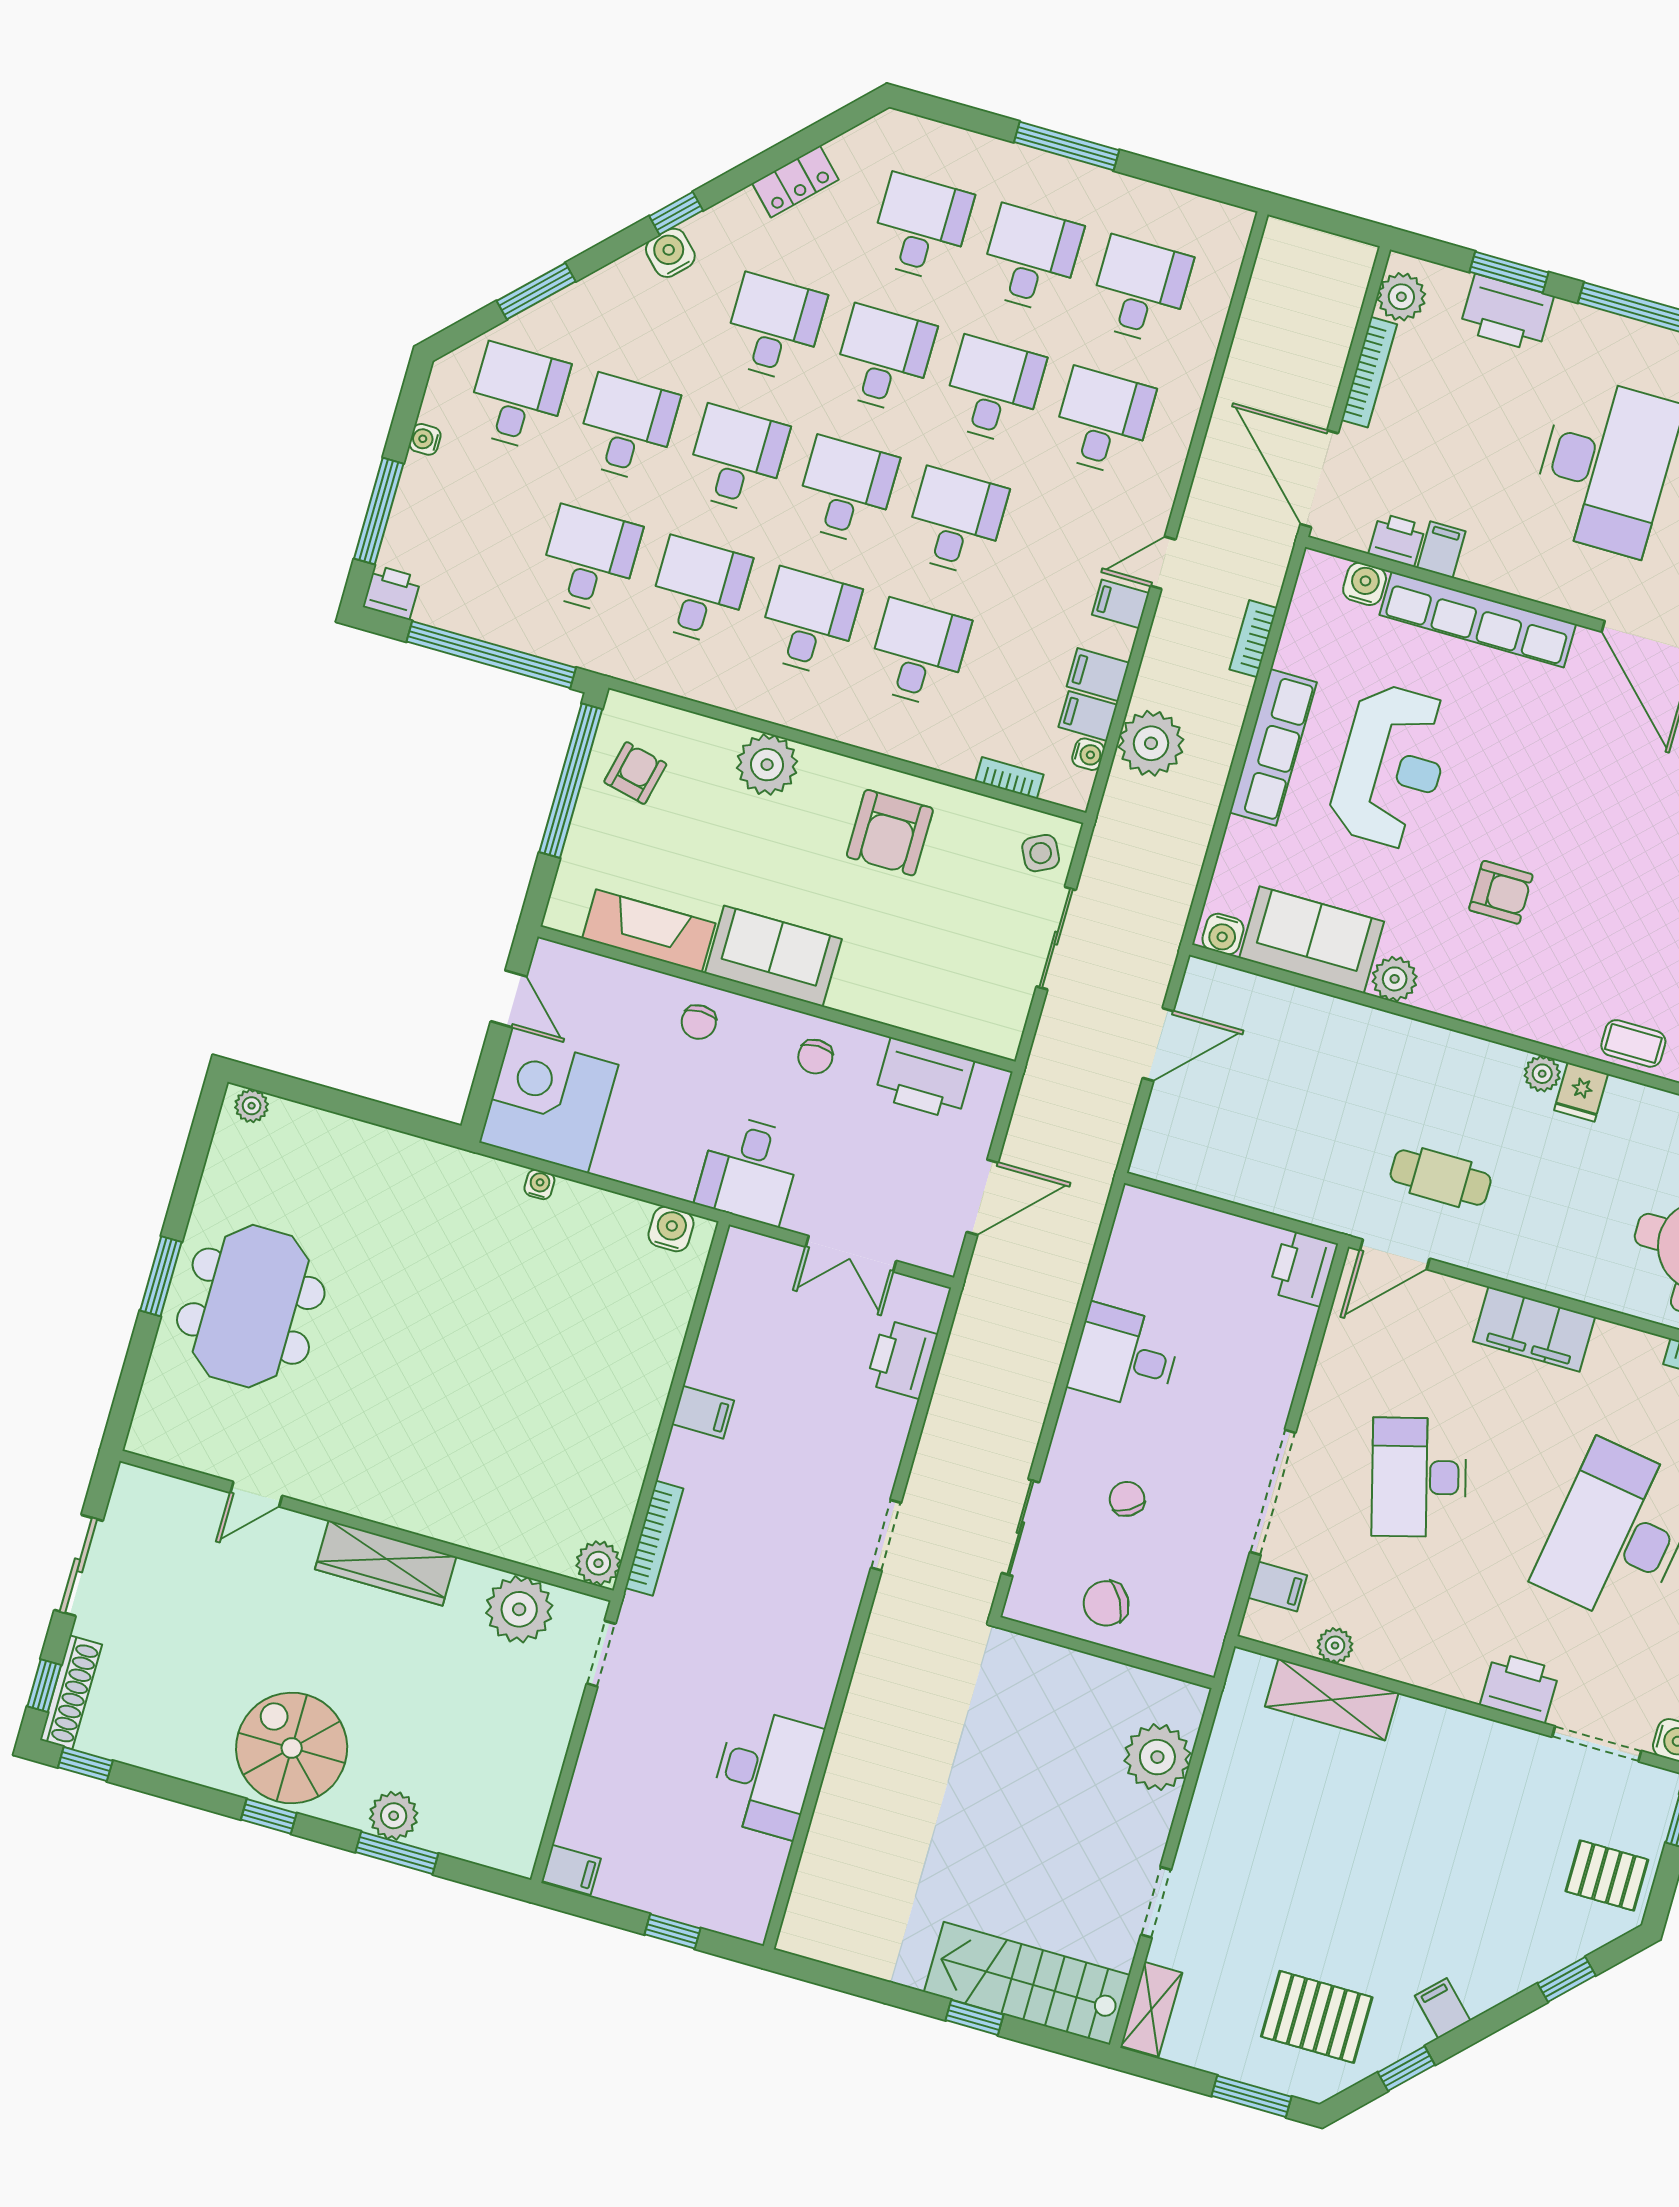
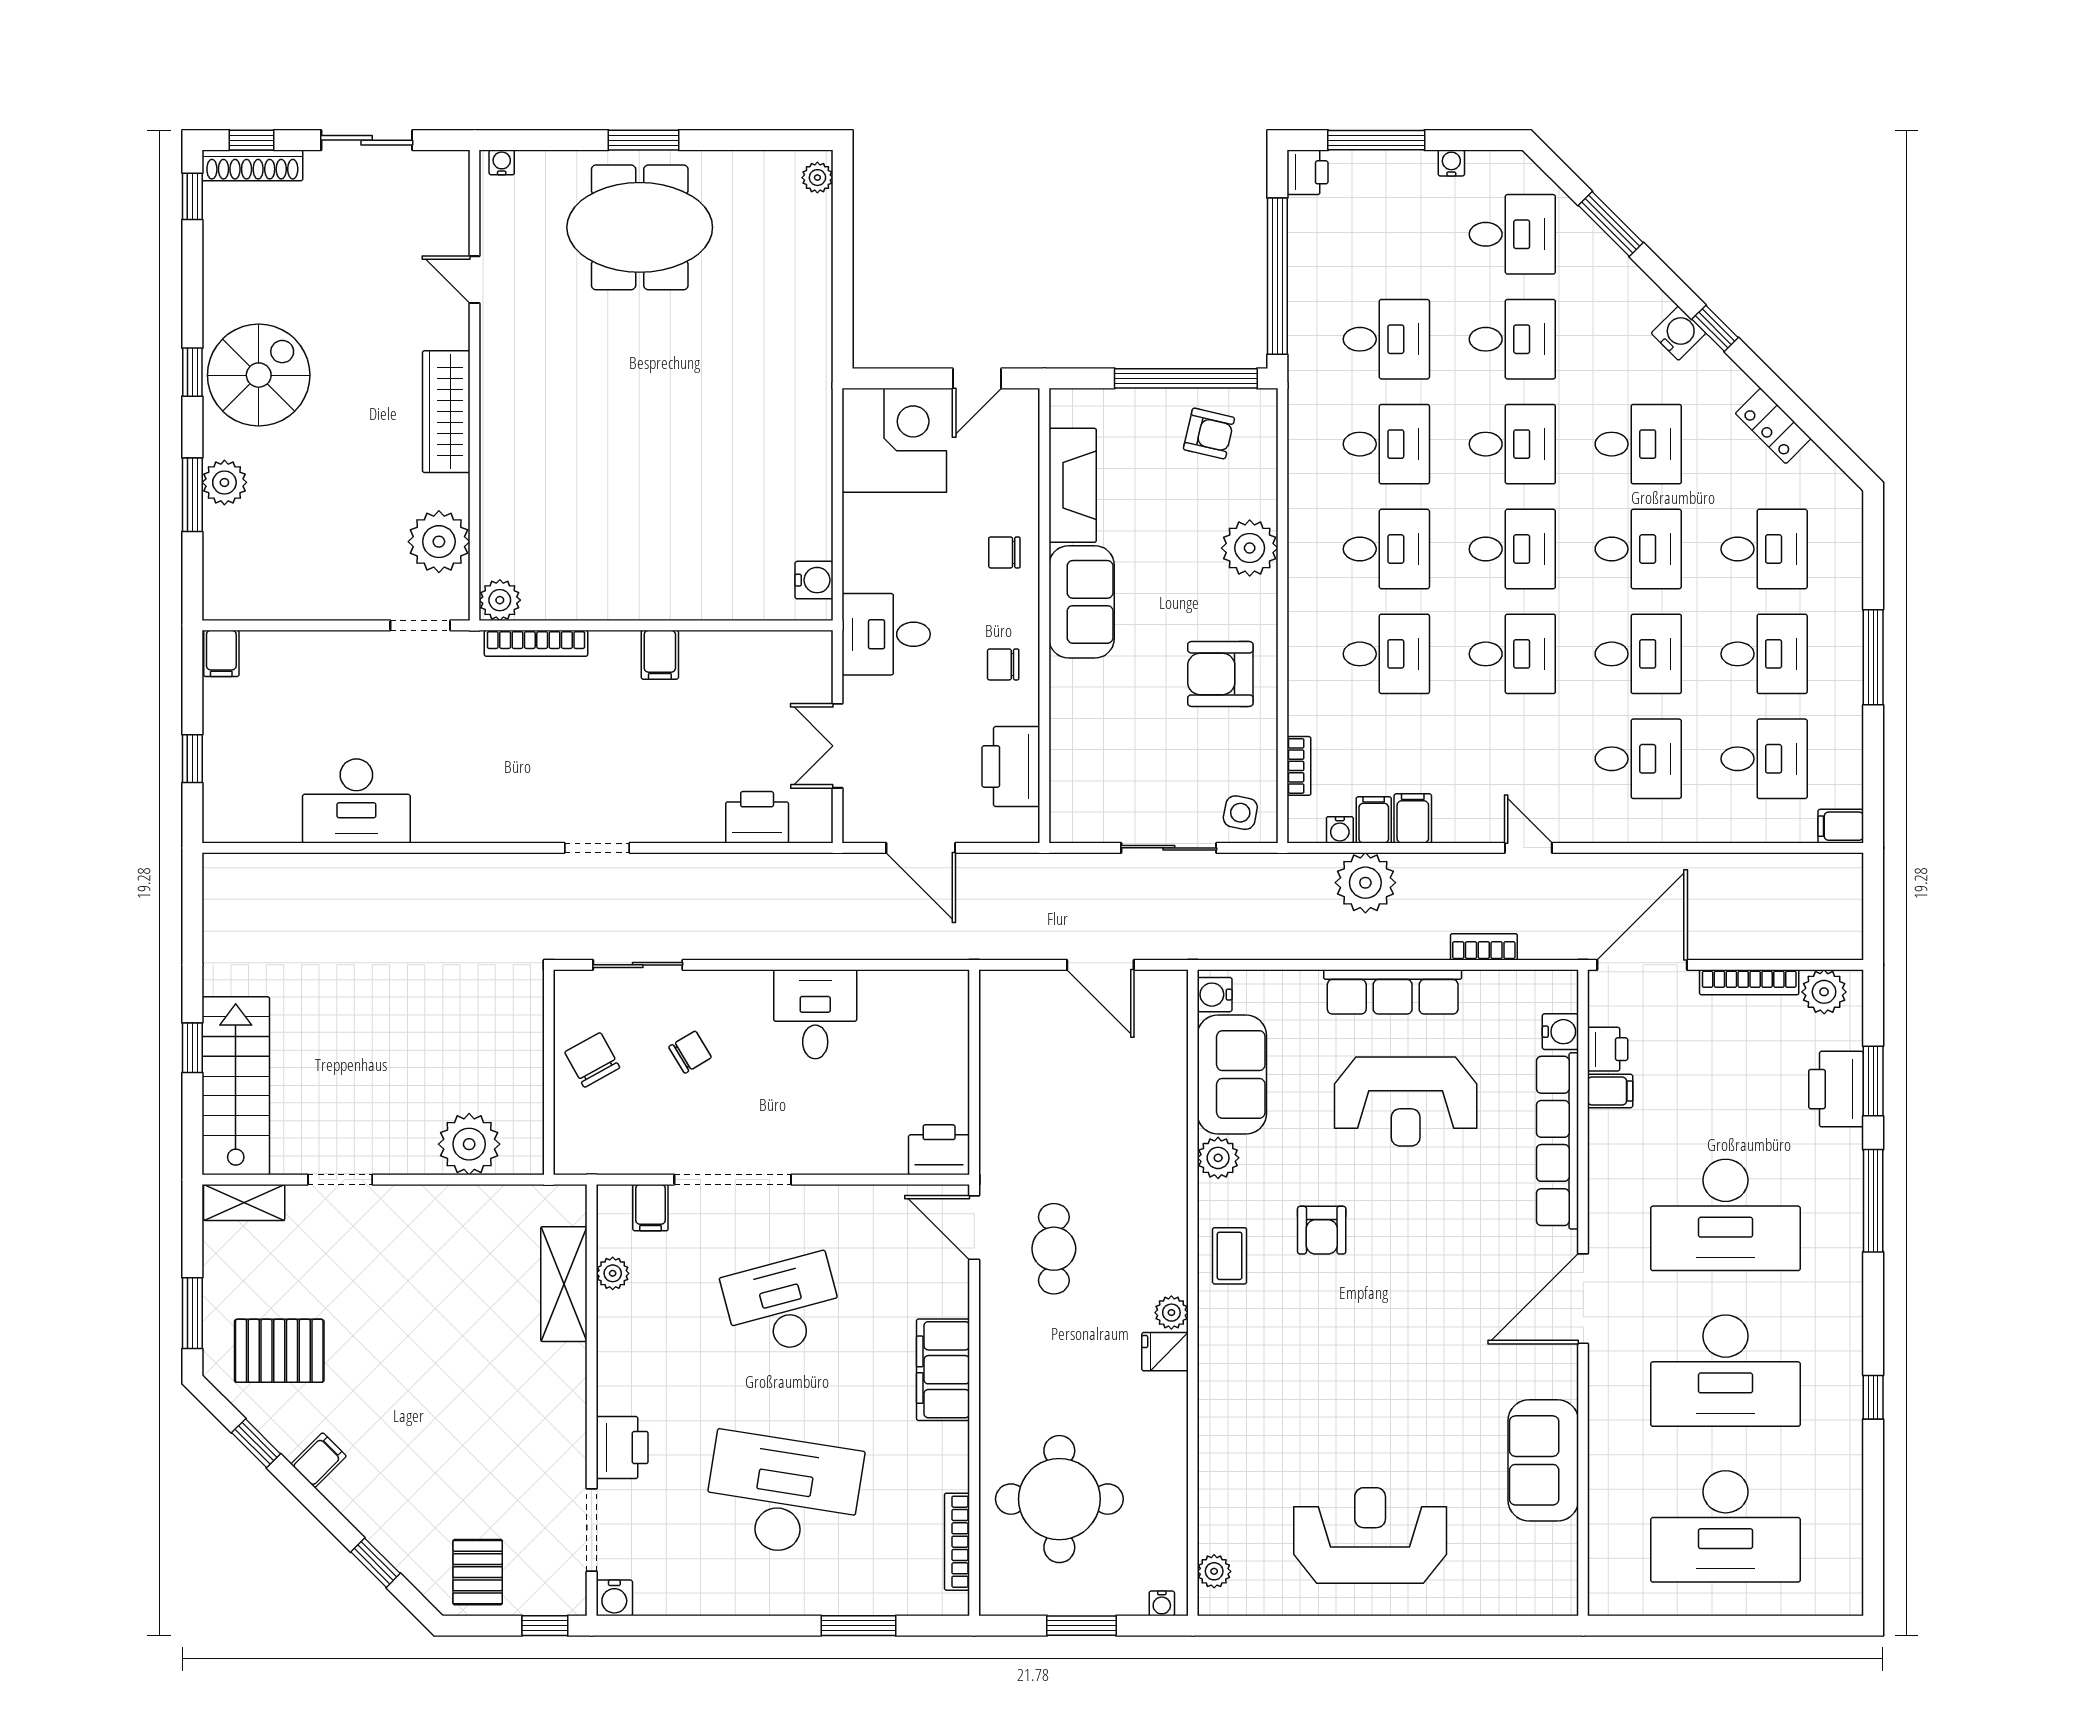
filing cabinet: (1121, 604) -> (1841, 826), moved, turned -90
side table: (1041, 853) -> (1240, 813), turned 38
coffee table: (1633, 1043) -> (1230, 1256), moved
water cooler: (539, 1184) -> (502, 162), moved, turned -90
pallet: (1317, 2017) -> (279, 1351), turned 90

